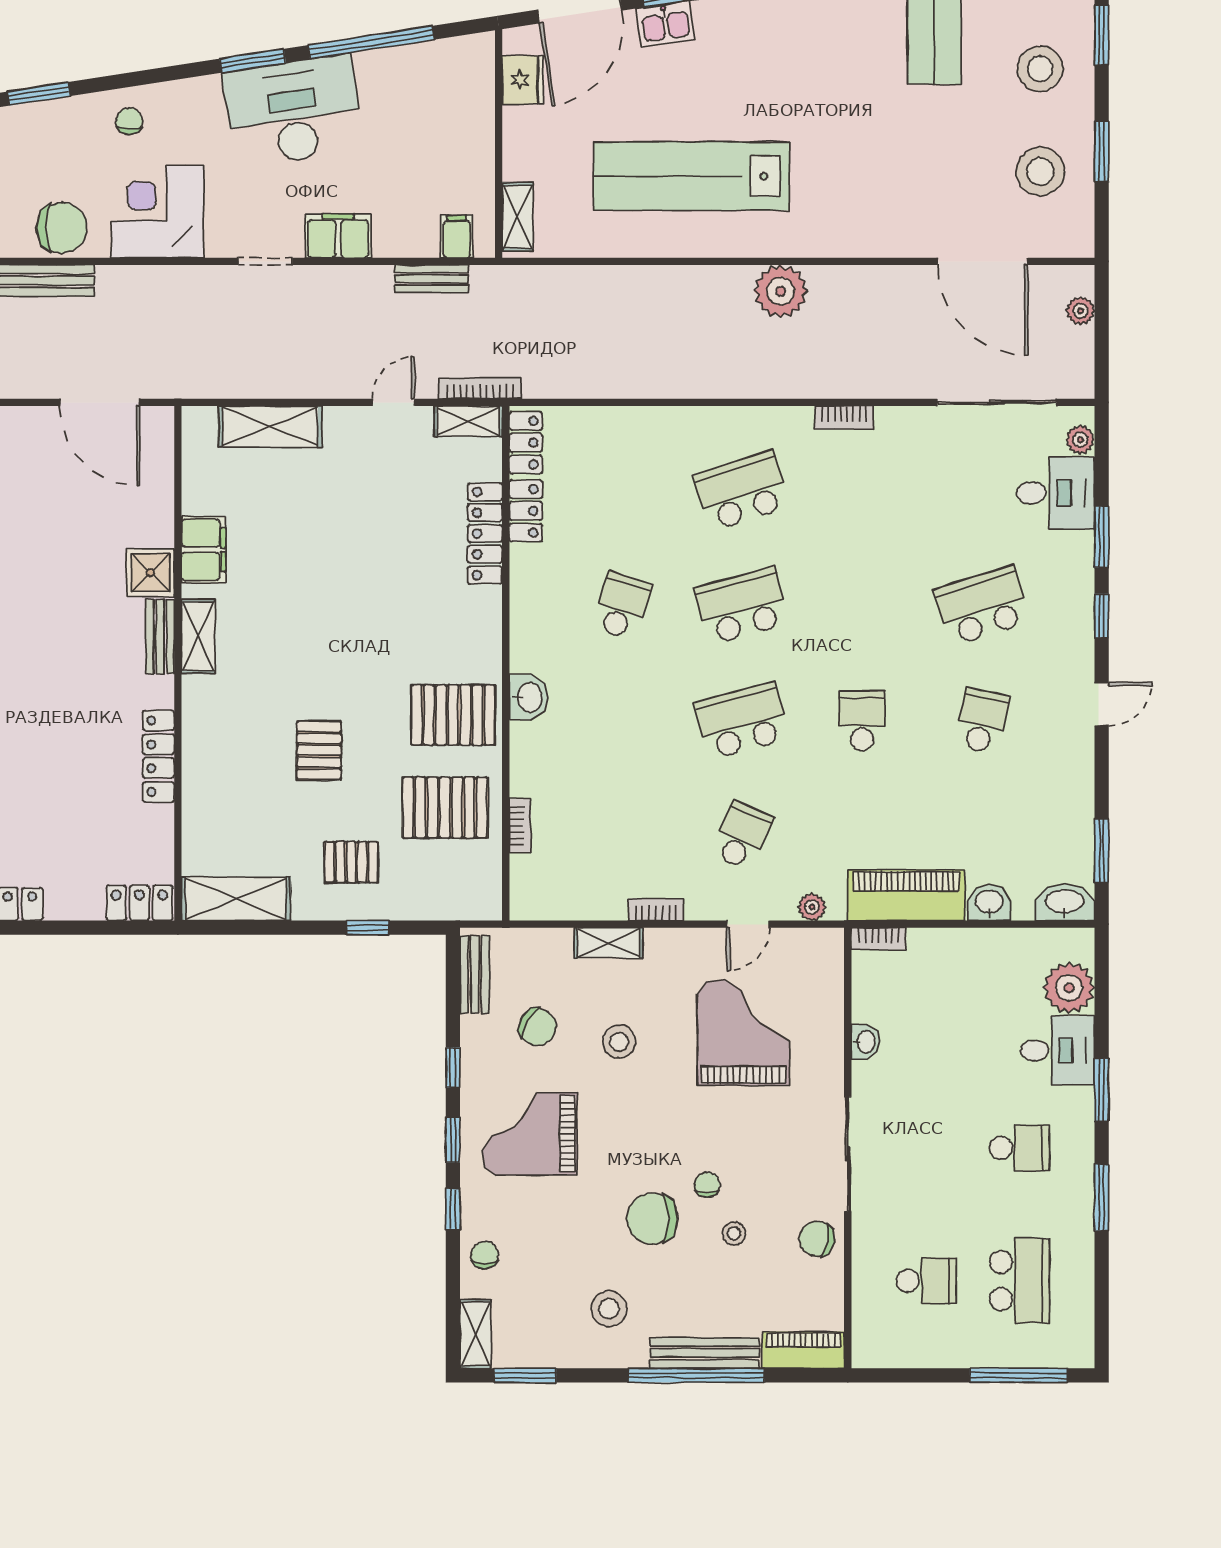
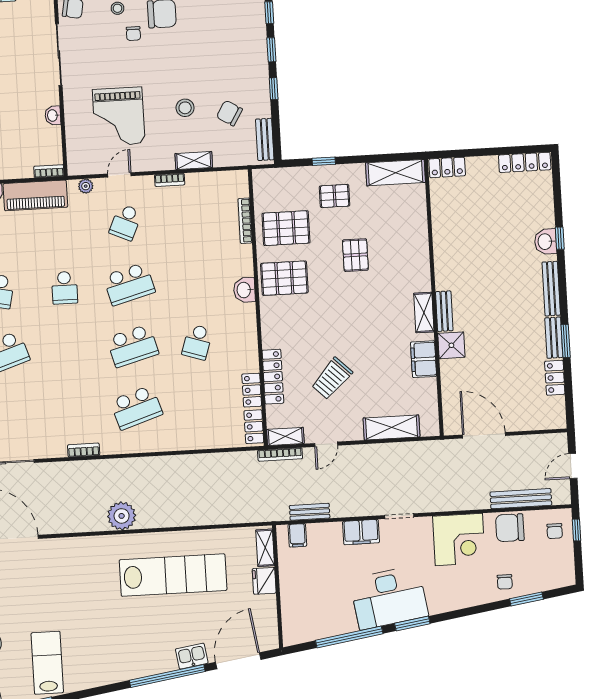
fridge: (523, 80) -> (264, 581), moved
chair: (129, 121) -> (505, 582), moved
trolley: (376, 524) -> (332, 378), added
locker: (159, 756) -> (441, 247), removed
bookcase: (520, 826) -> (245, 221), width x1.56
grand piano: (530, 1134) -> (230, 55), removed

